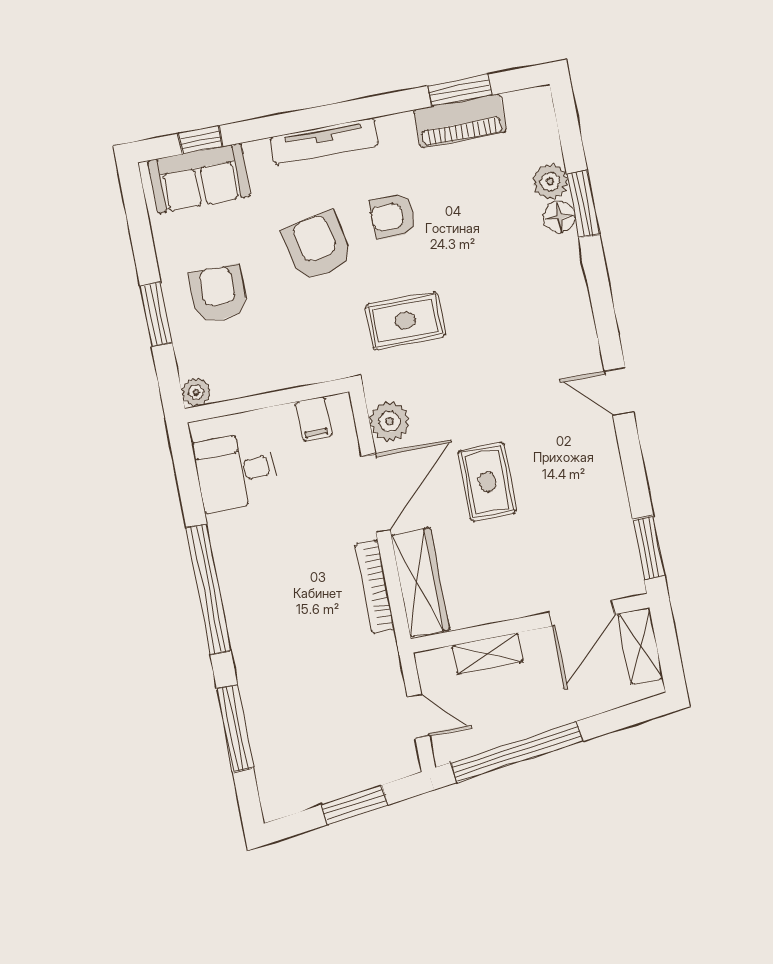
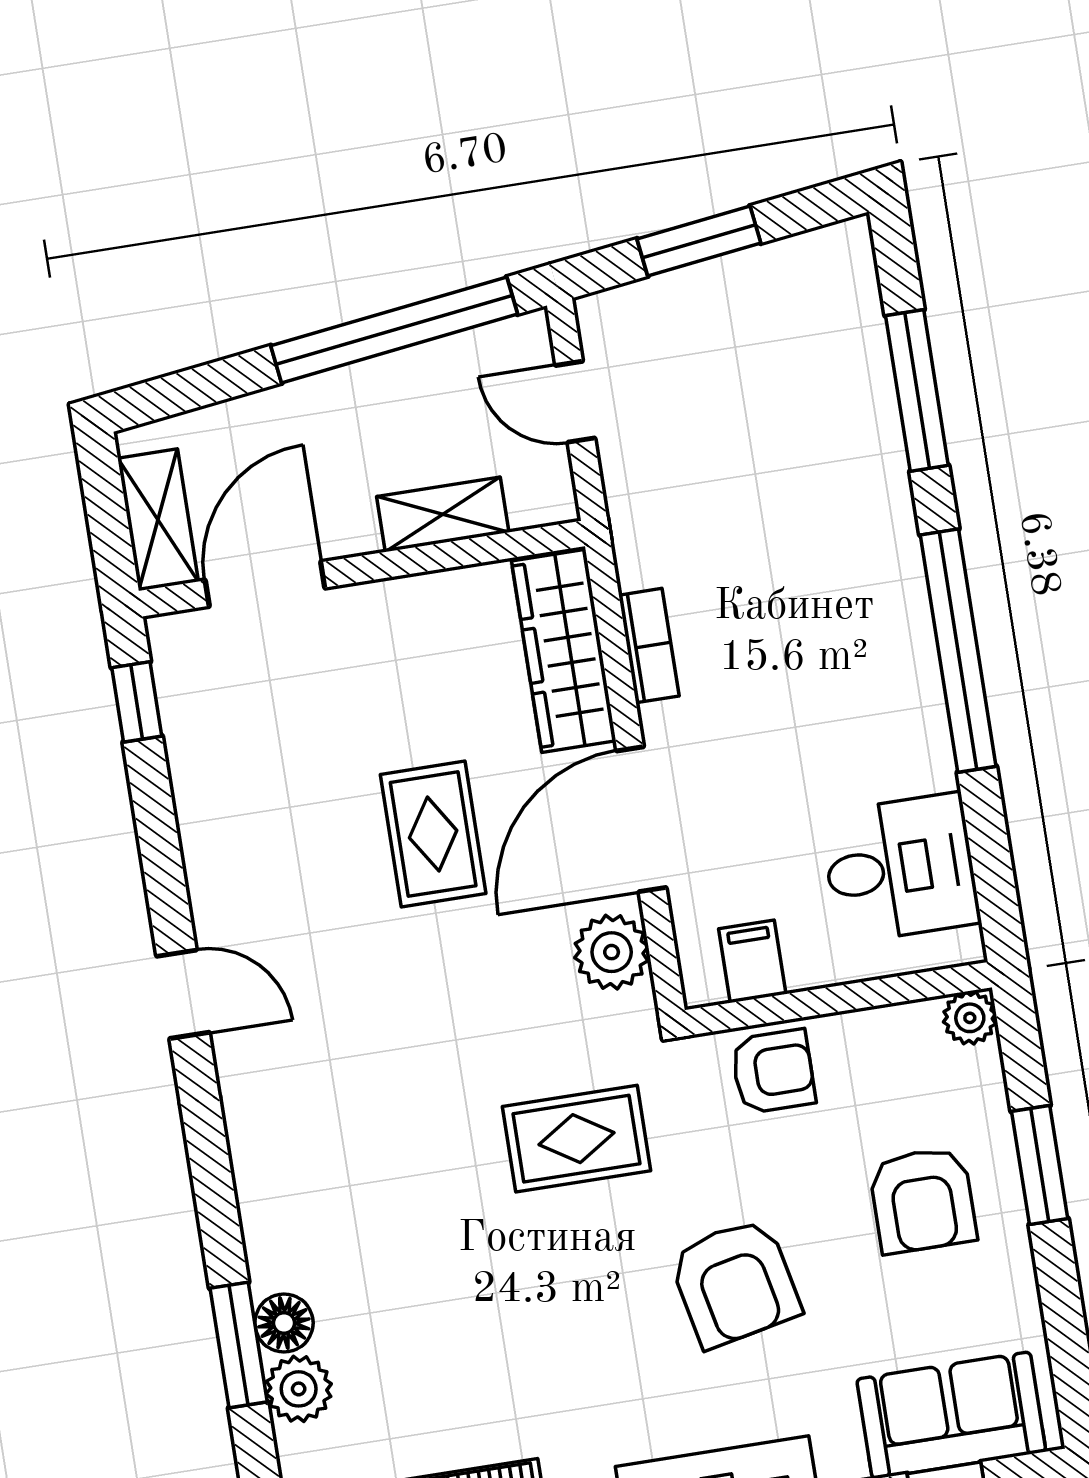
armchair: (393, 216) -> (773, 1071), moved
window: (649, 548) -> (137, 702), width x0.67
bookcase: (375, 587) -> (649, 646), width x0.64

